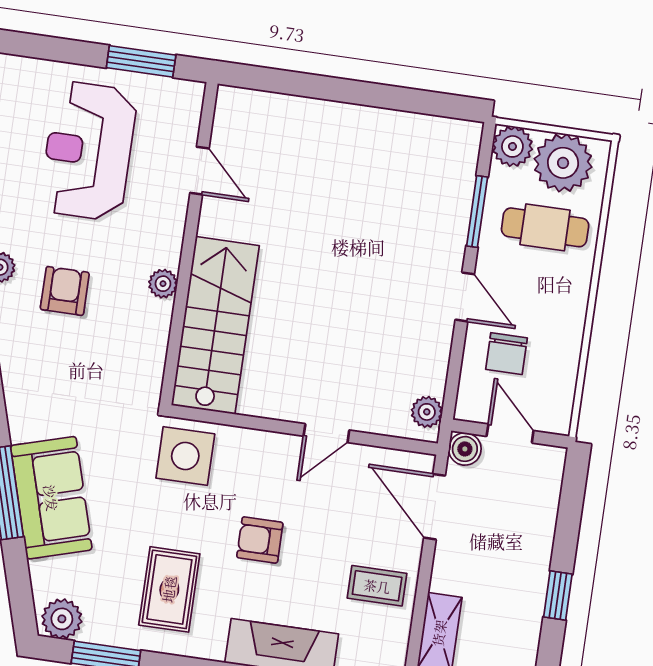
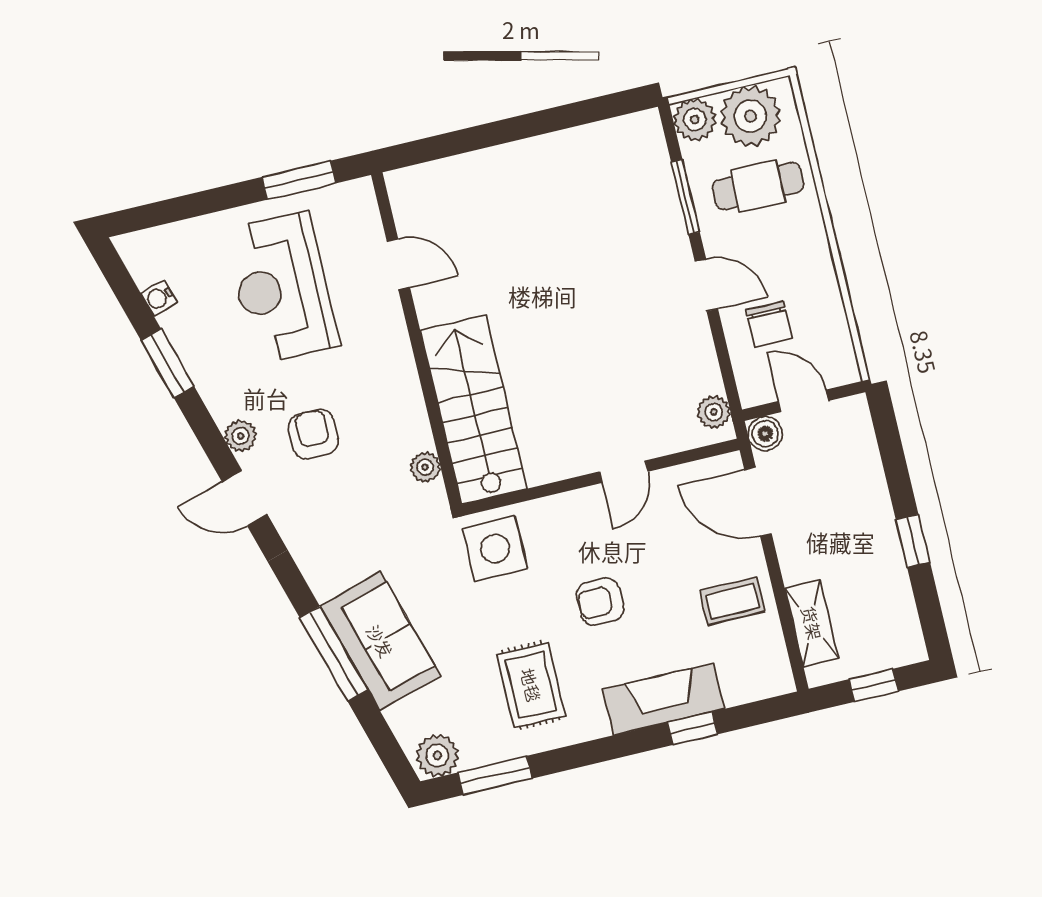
plant: (163, 284) -> (425, 467), moved

